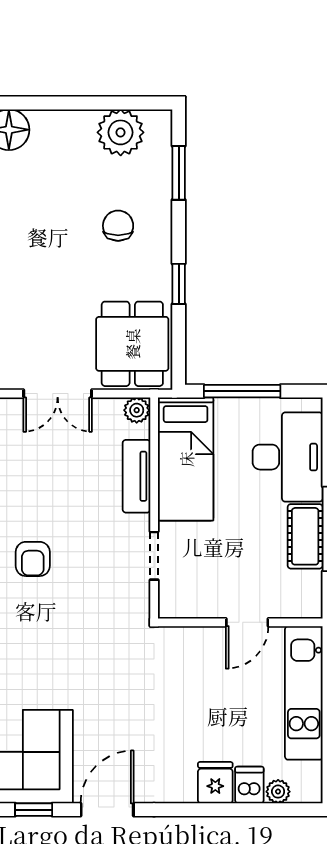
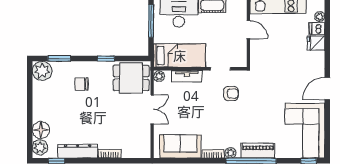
plant: (121, 132) -> (42, 71), moved
window: (242, 391) -> (151, 21), moved
armchair: (33, 559) -> (231, 94), moved
window: (34, 810) -> (327, 120), removed
door: (107, 810) -> (327, 89), hinge flipped

